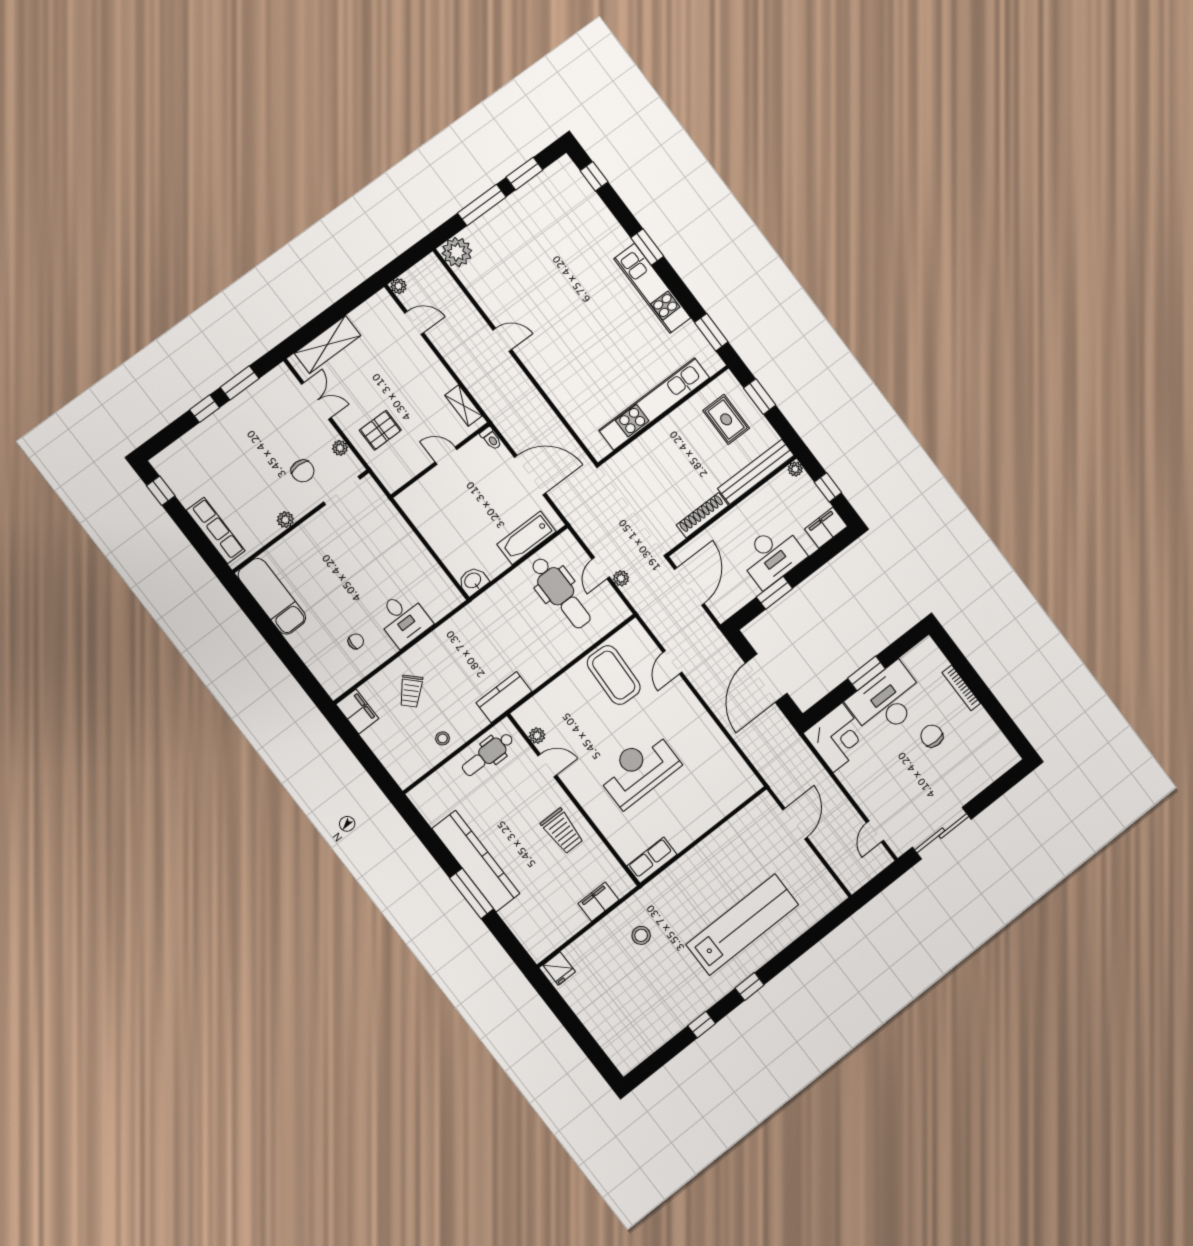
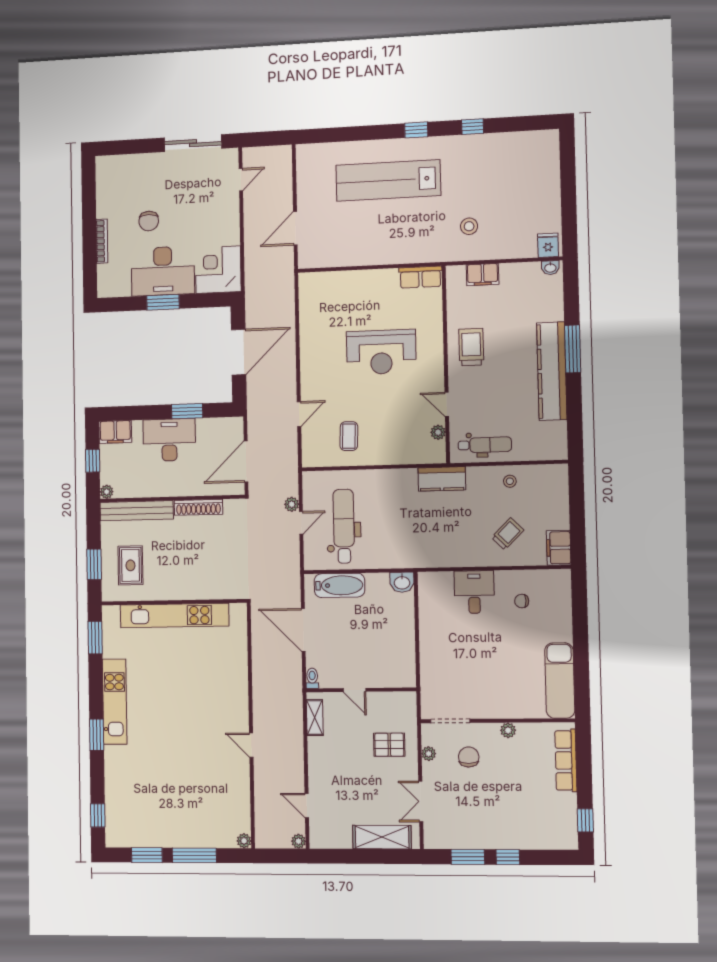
plant: (457, 252) -> (244, 841), width x0.53, depth x0.53
coffee table: (614, 675) -> (349, 436), width x0.54, depth x0.58
washbasin: (543, 950) -> (550, 268), added

